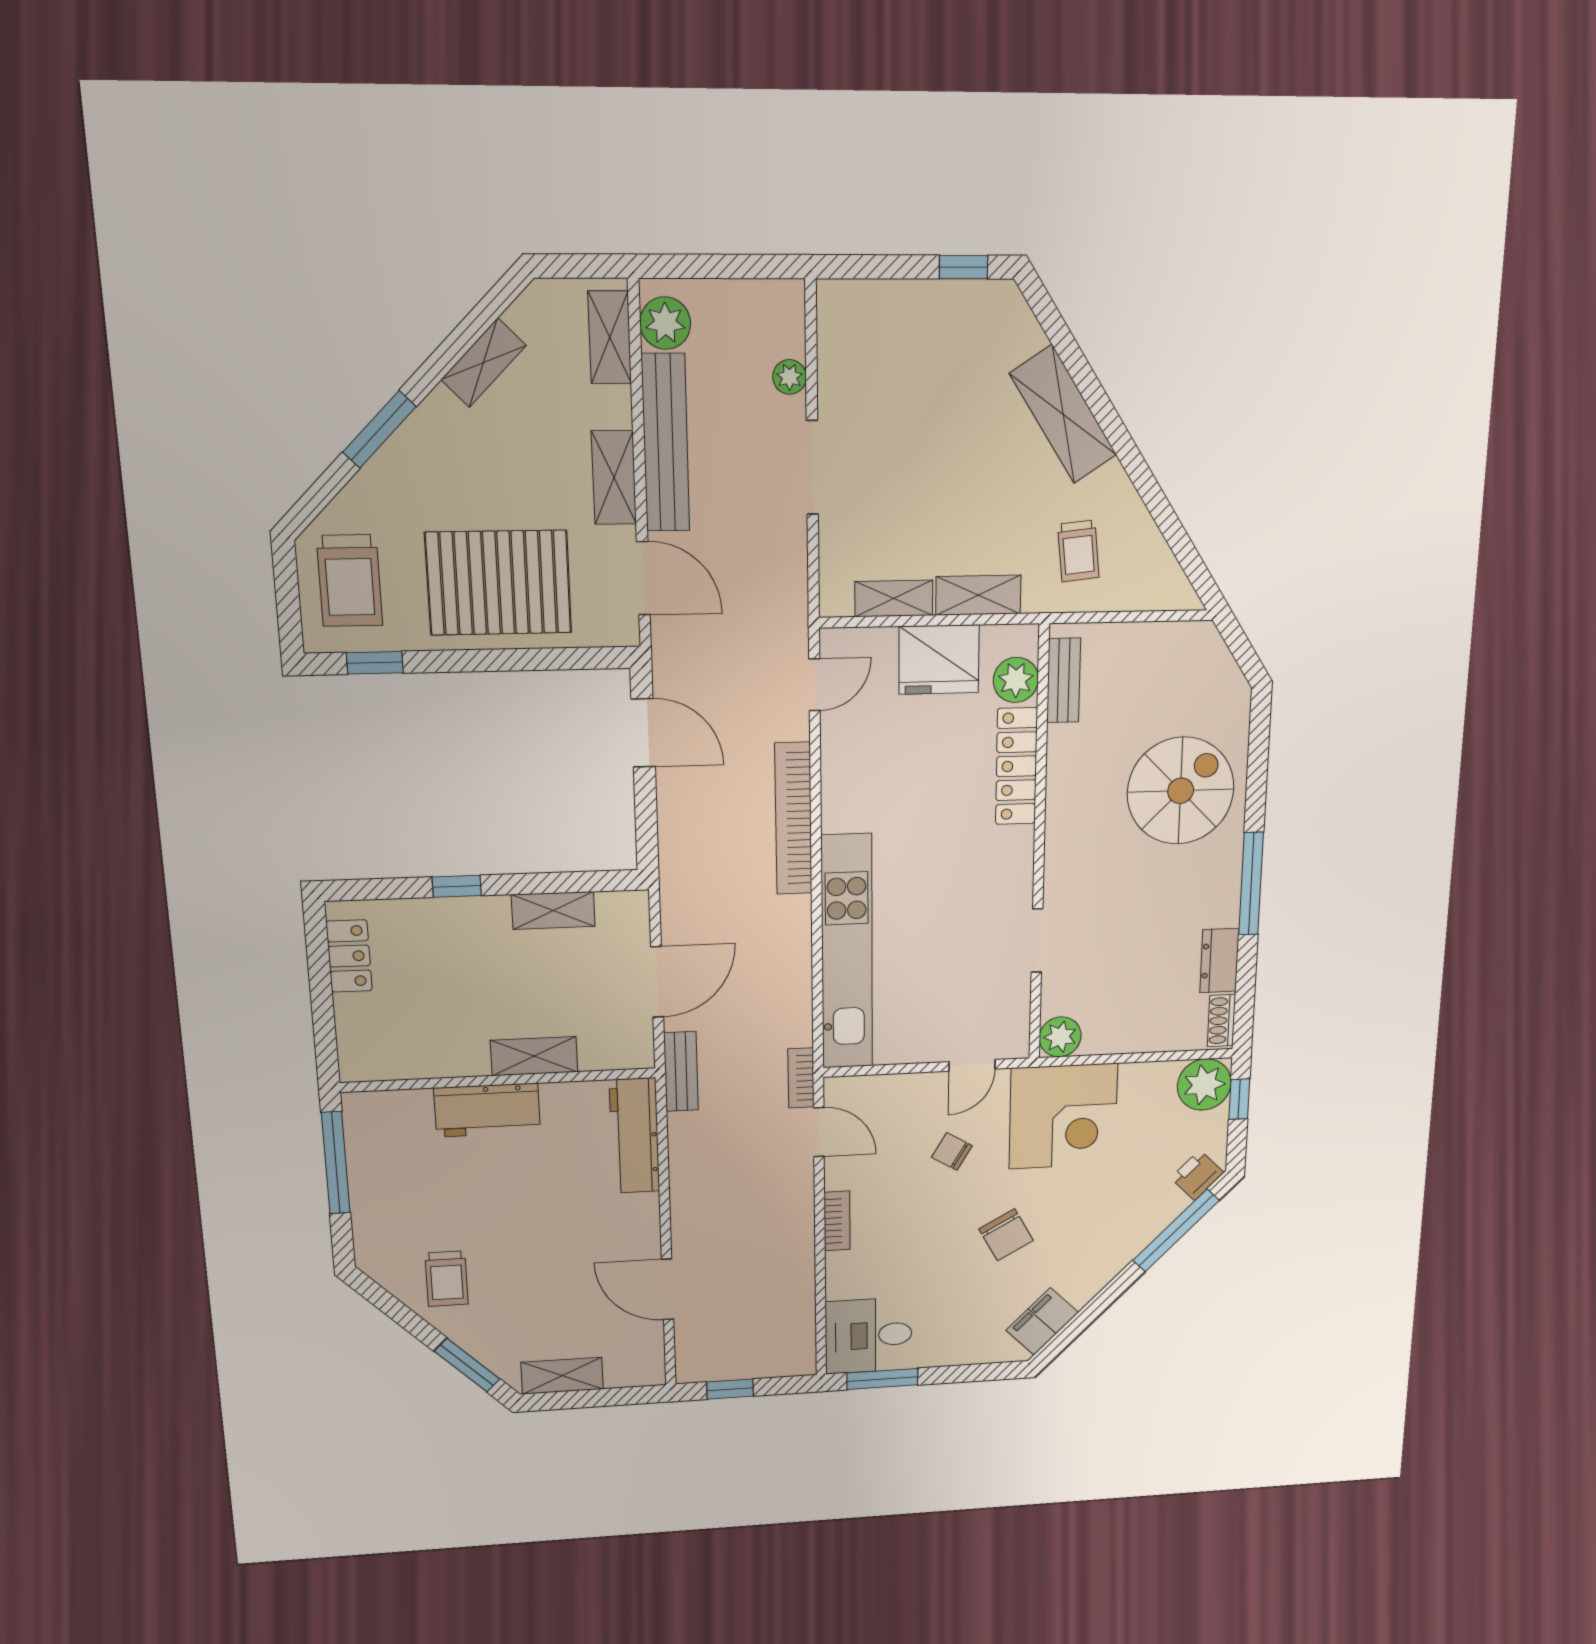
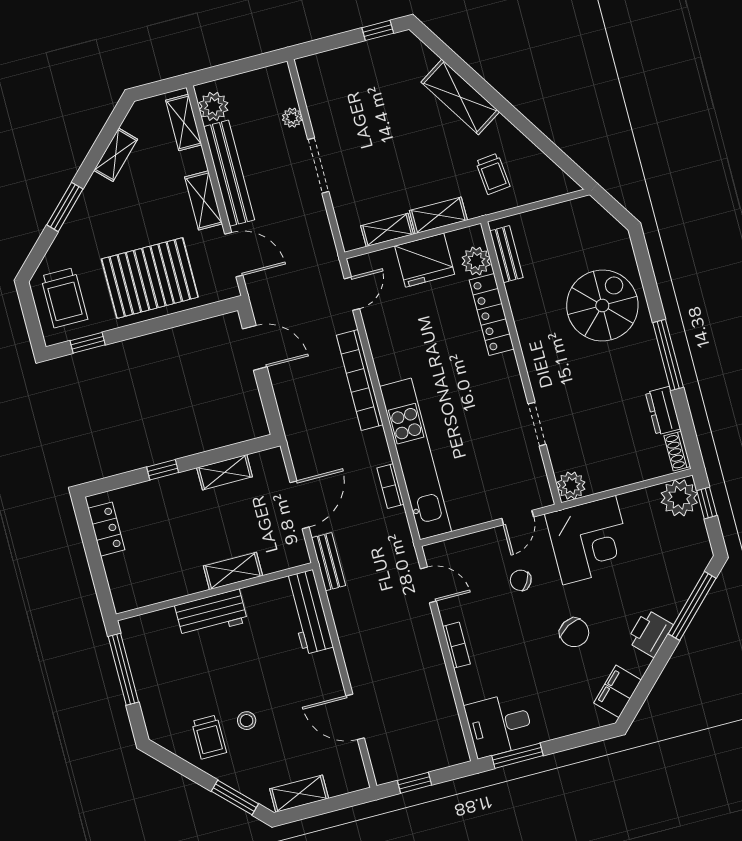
bookcase: (801, 1078) -> (390, 486), moved
printer: (1197, 1175) -> (650, 633), moved, width x1.36, depth x1.24
stool: (508, 1266) -> (247, 721), added

